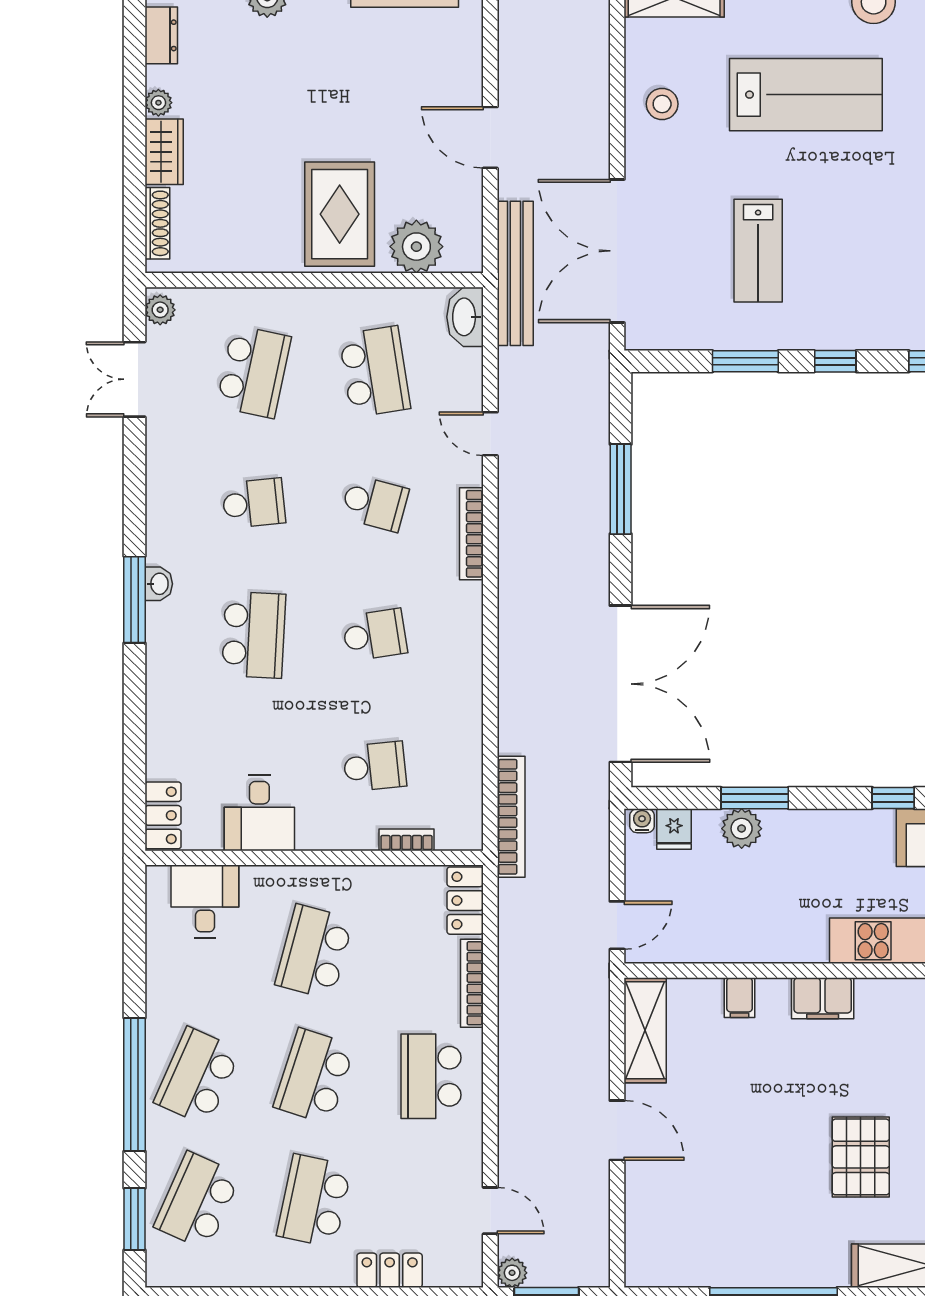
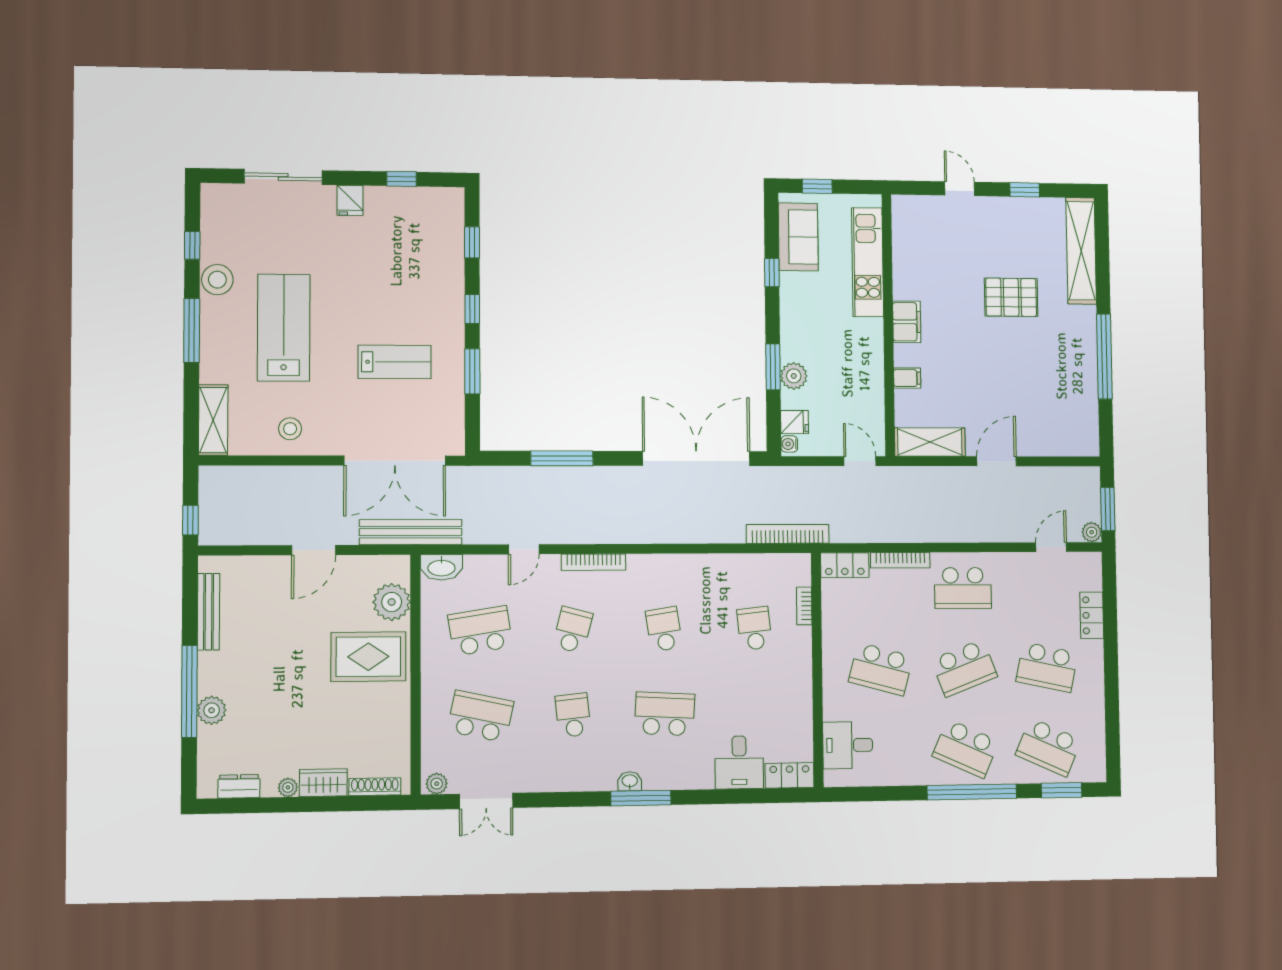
desk: (259, 813) -> (739, 762), moved, turned 90
school desk: (314, 1076) -> (964, 668), turned -39

